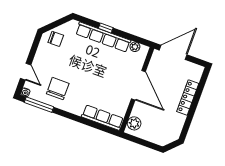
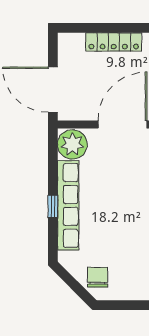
plant: (135, 47) -> (72, 144), width x1.87, depth x1.87

